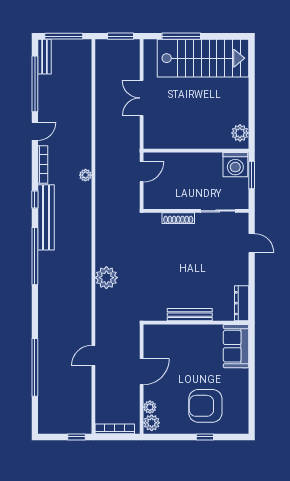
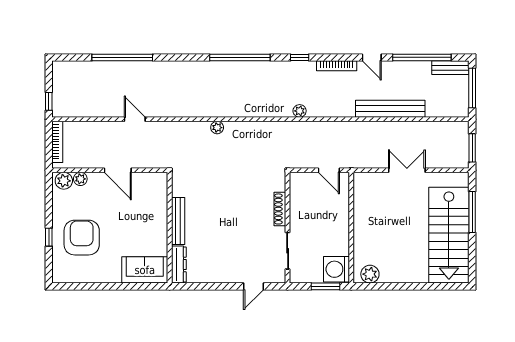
plant: (85, 175) -> (300, 111), moved
bench: (46, 217) -> (390, 109), moved
plant: (106, 278) -> (217, 128), width x0.53, depth x0.53
dresser: (242, 303) -> (179, 265), moved, turned 90

